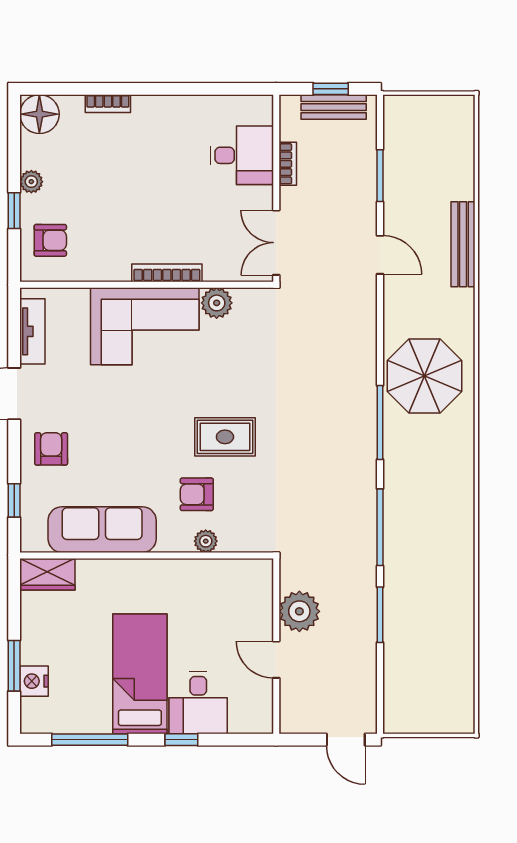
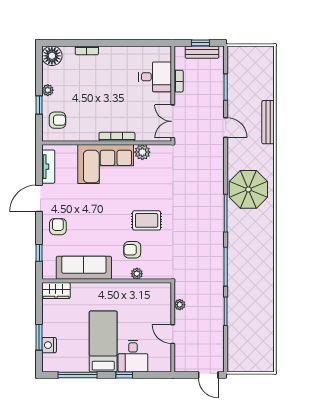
plant: (299, 611) -> (180, 305), width x0.53, depth x0.53

